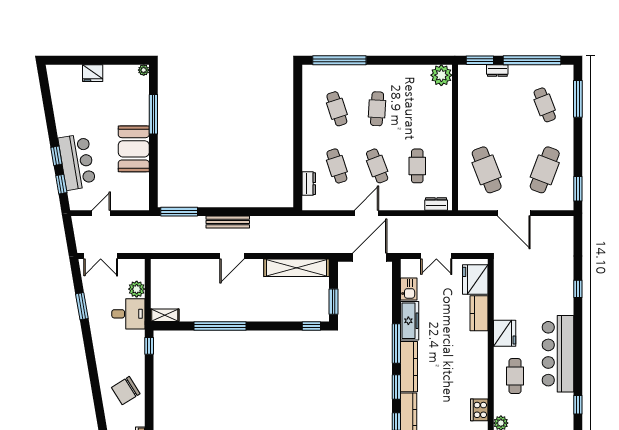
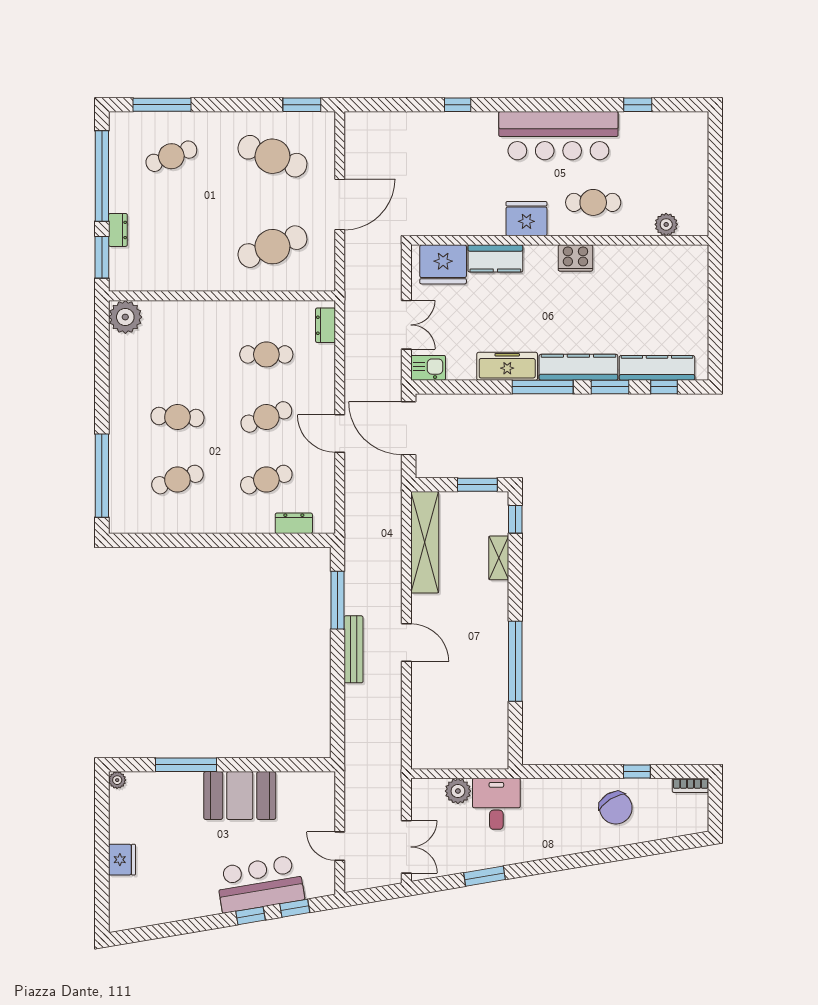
window: (179, 212) -> (337, 600), moved
kitchen sink: (409, 289) -> (428, 368), moved
shelving: (165, 315) -> (499, 558), moved
window: (149, 346) -> (637, 771), moved
cooker: (479, 410) -> (575, 258), moved

